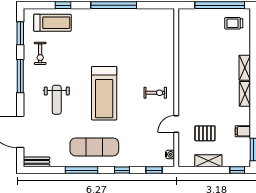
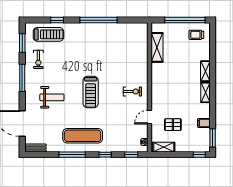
shelving: (185, 39) -> (157, 47), added
treadmill: (104, 93) -> (91, 92), width x0.73, depth x0.73
weight bench: (57, 100) -> (52, 97), turned -90
shelving: (208, 161) -> (164, 147), moved

